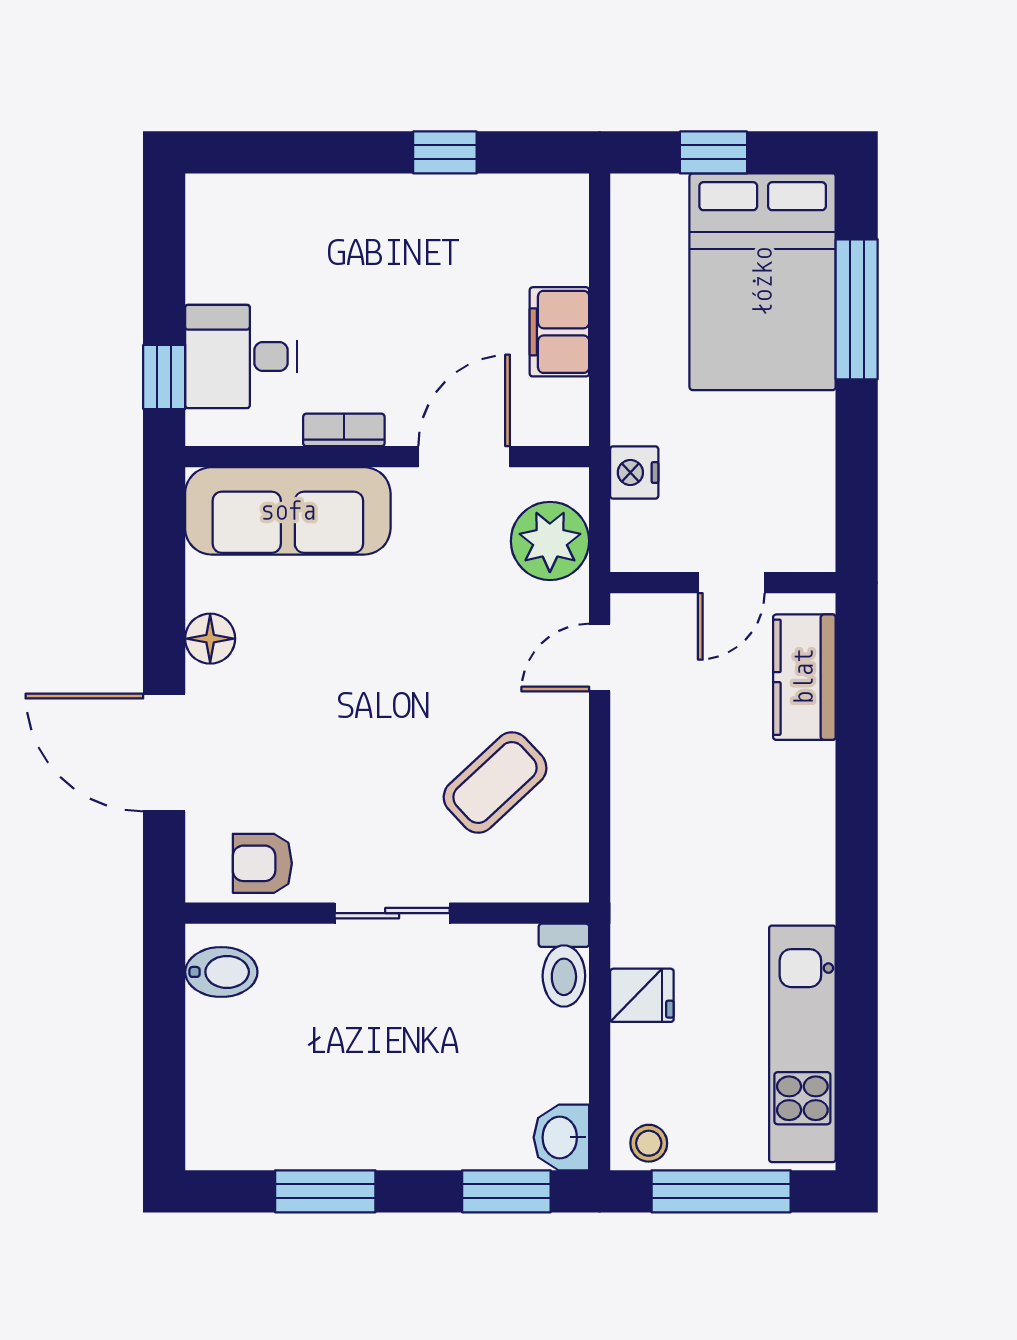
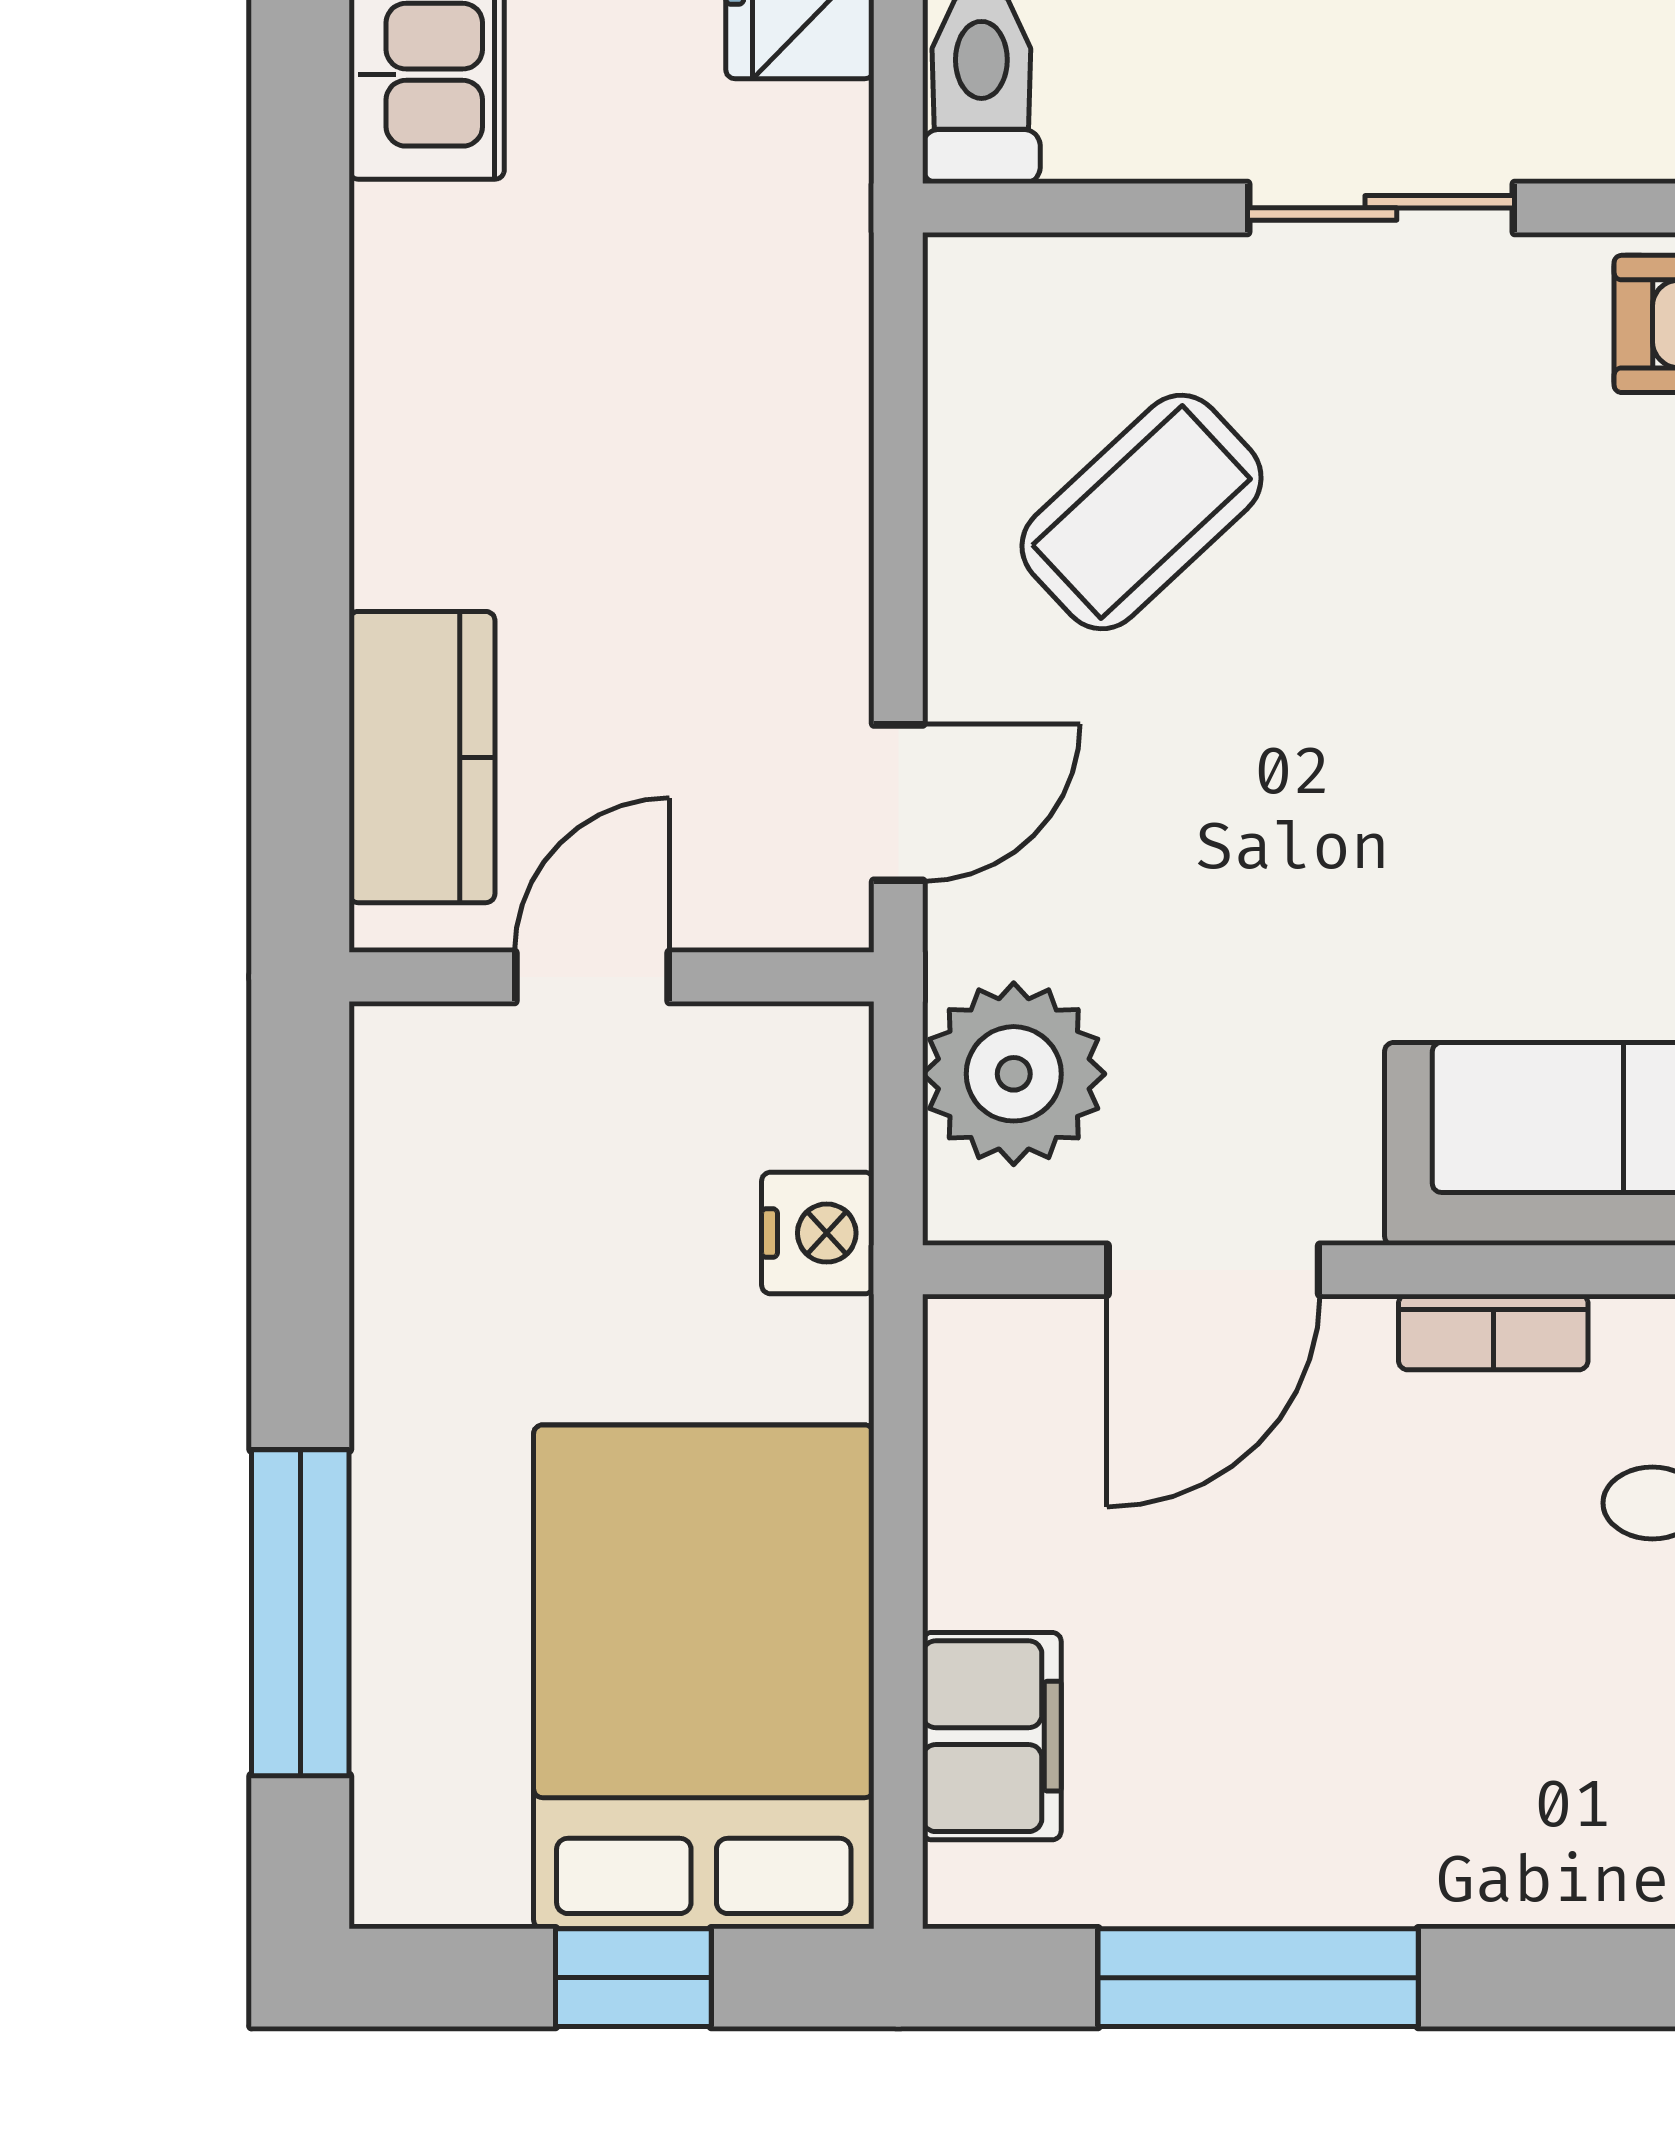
window: (445, 152) -> (1258, 1978), width x2.17
bed: (763, 282) -> (704, 1677), moved
filing cabinet: (559, 332) -> (992, 1736), moved

